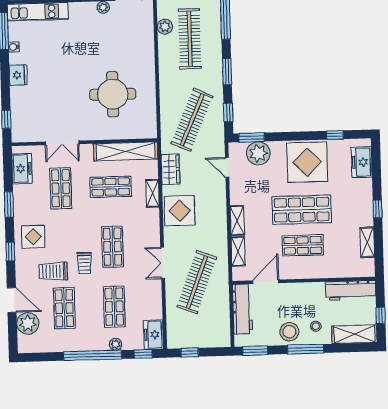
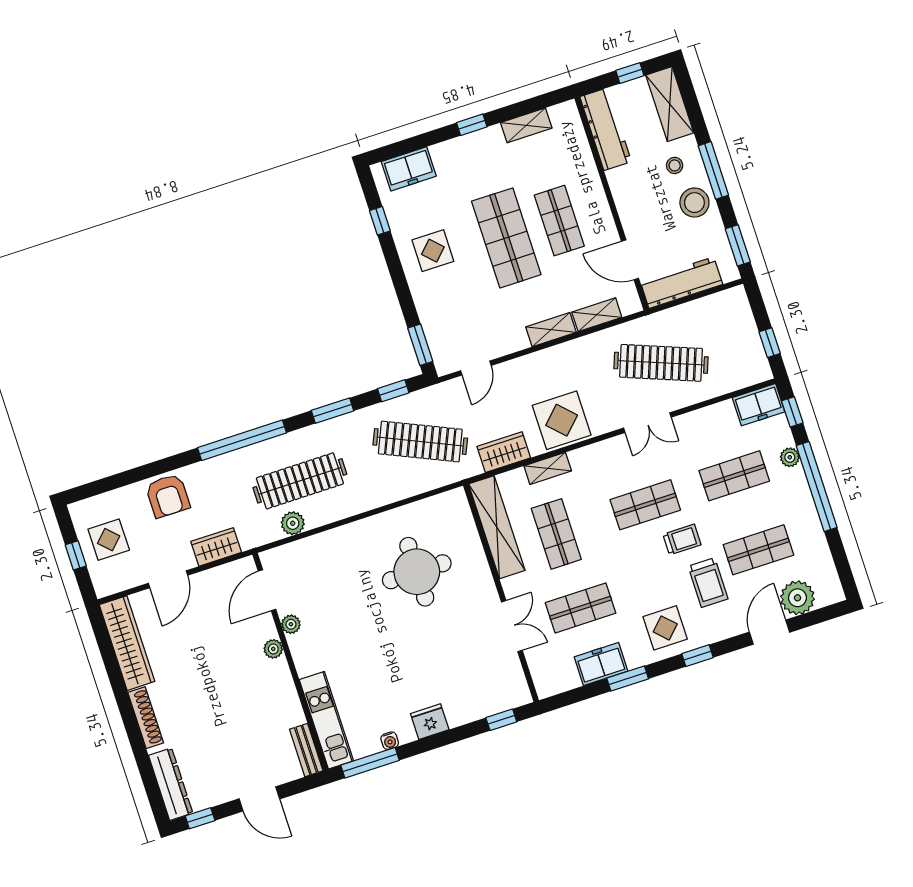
plant: (258, 153) -> (441, 328), removed
display table: (307, 162) -> (433, 251), width x0.54, depth x0.54
freezer: (22, 169) -> (601, 664), moved

